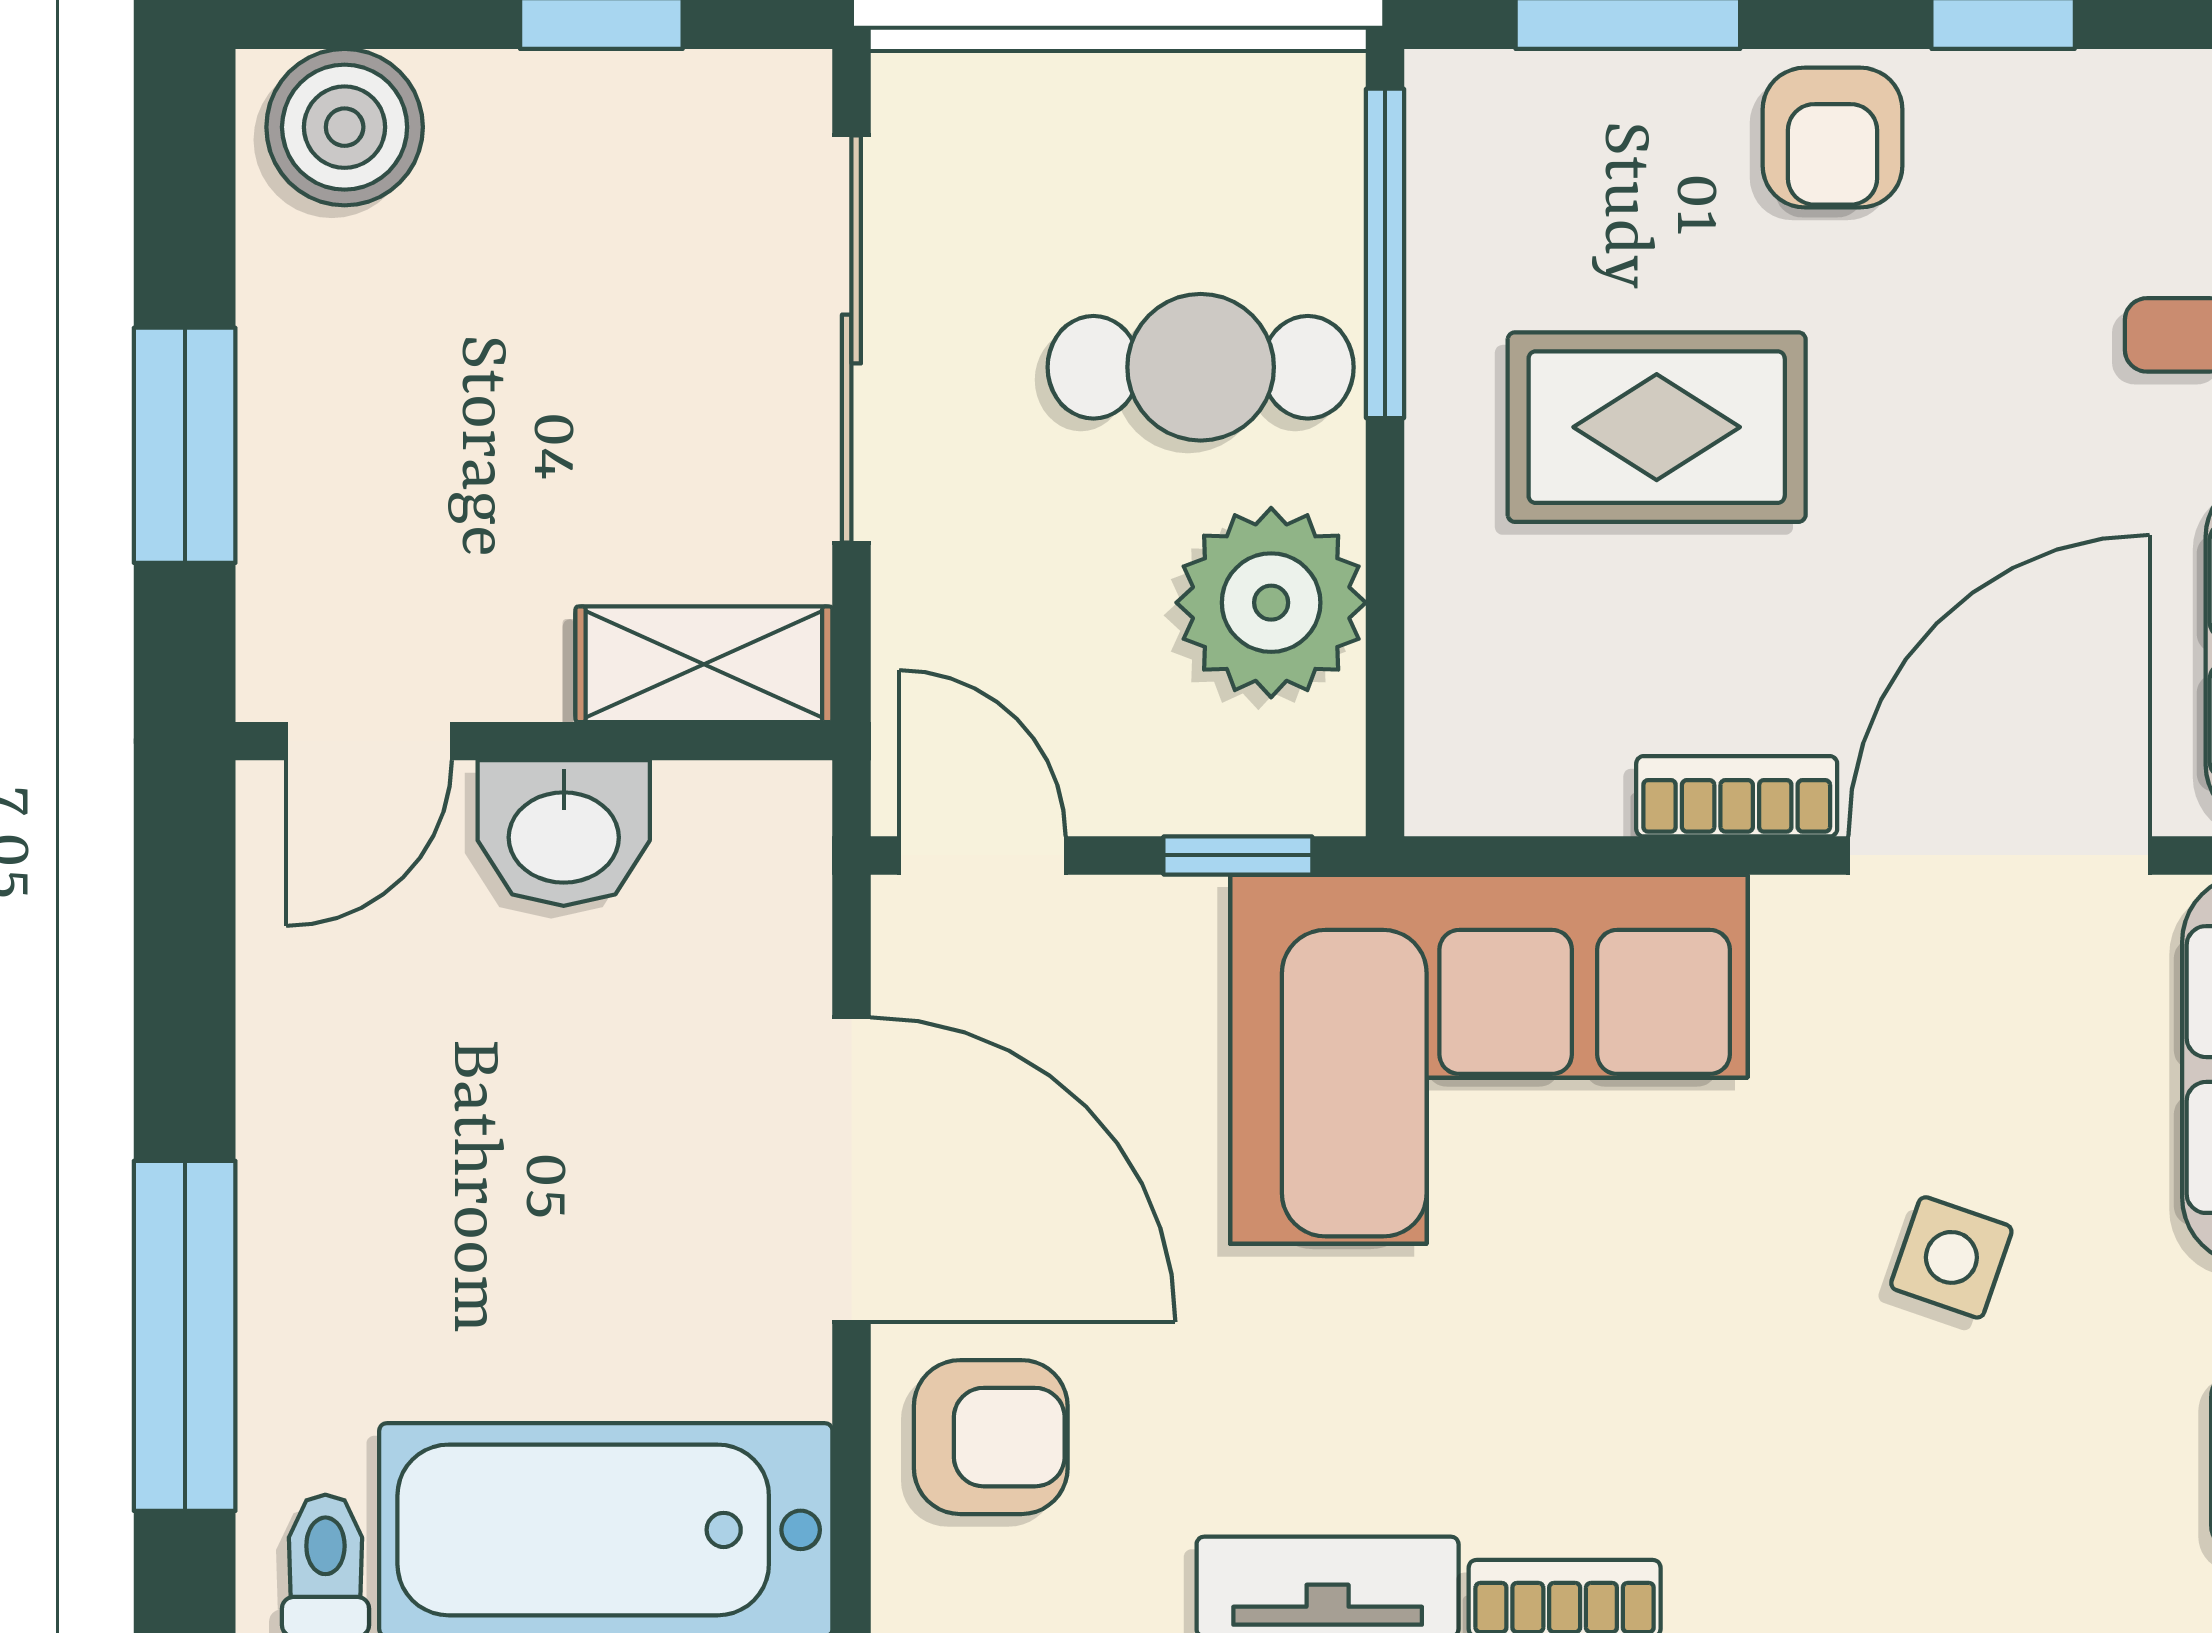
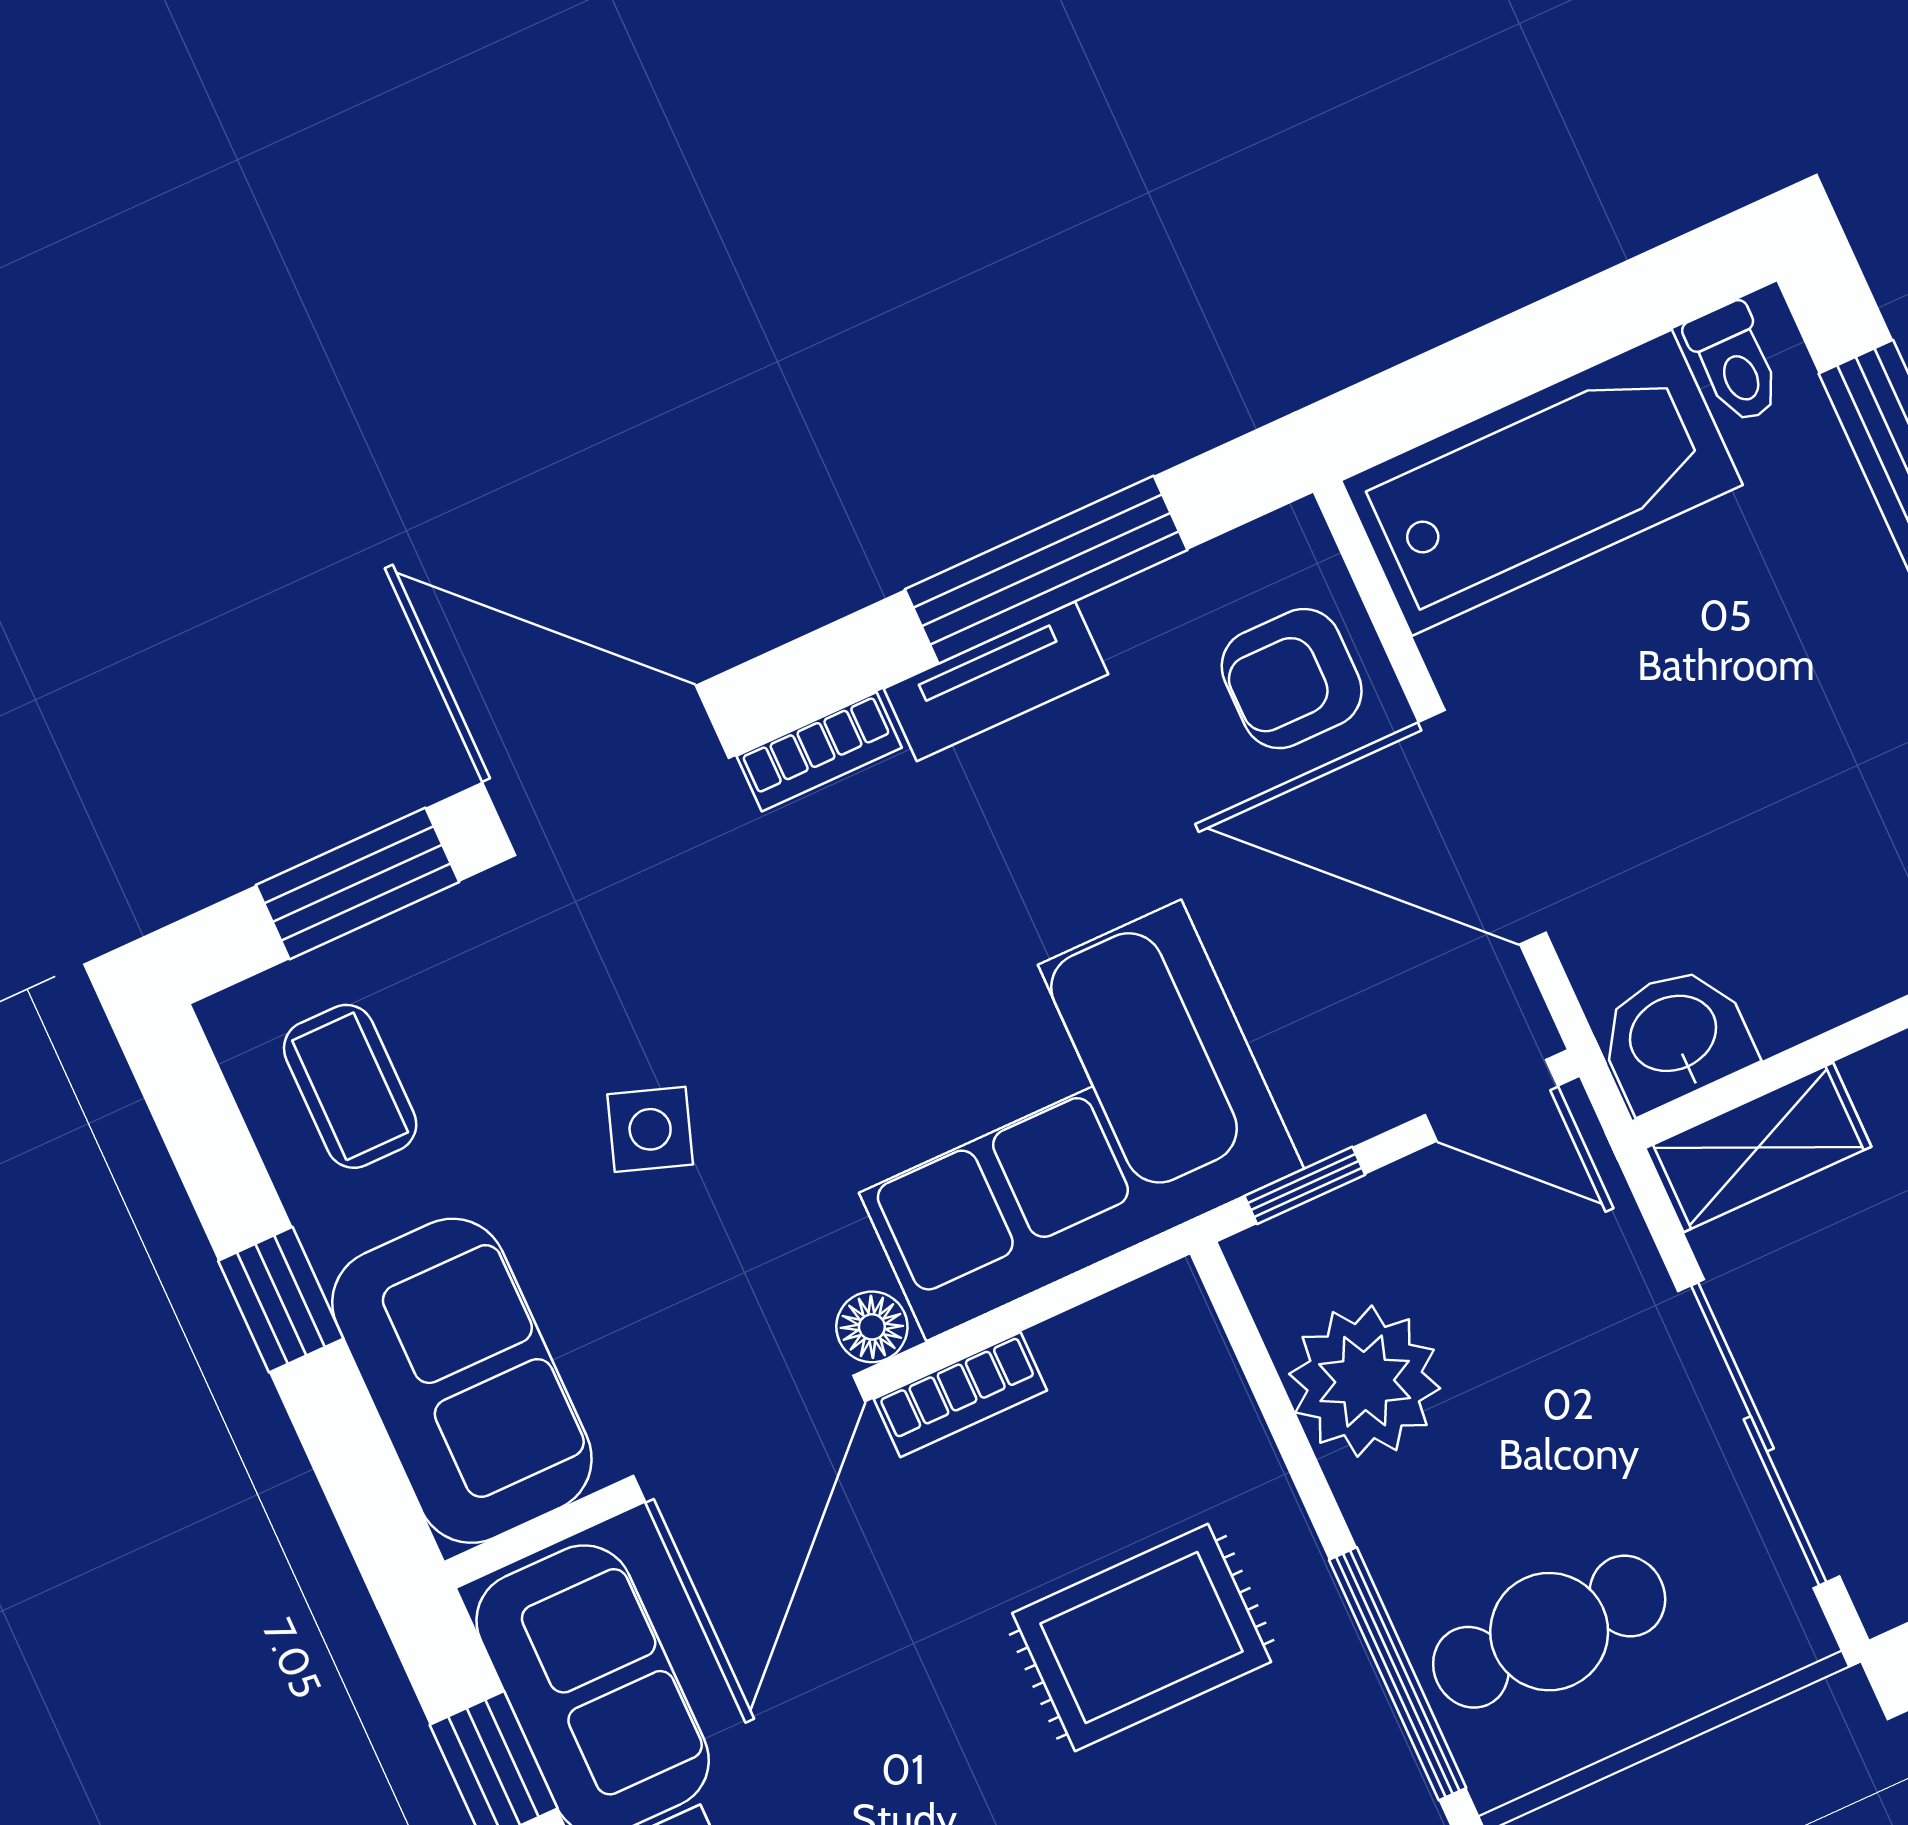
cafe table: (1201, 367) -> (1549, 1632), moved
washbasin: (564, 833) -> (1674, 1037), moved
floor lamp: (1802, 919) -> (872, 1327), added

